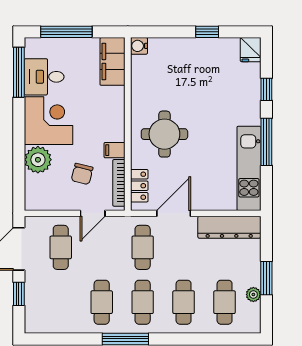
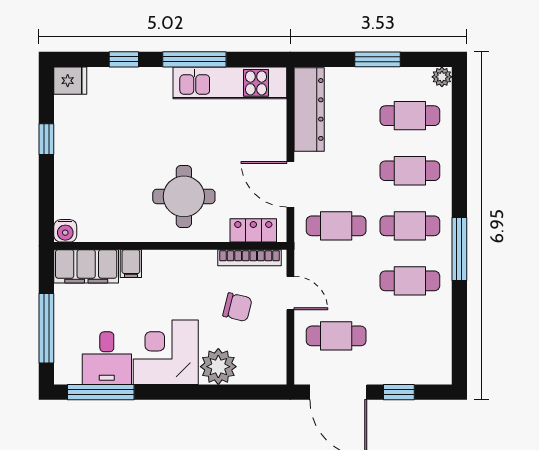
filing cabinet: (115, 150) -> (131, 264), moved
plant: (253, 294) -> (442, 77), moved

